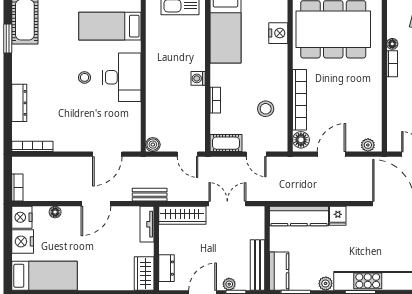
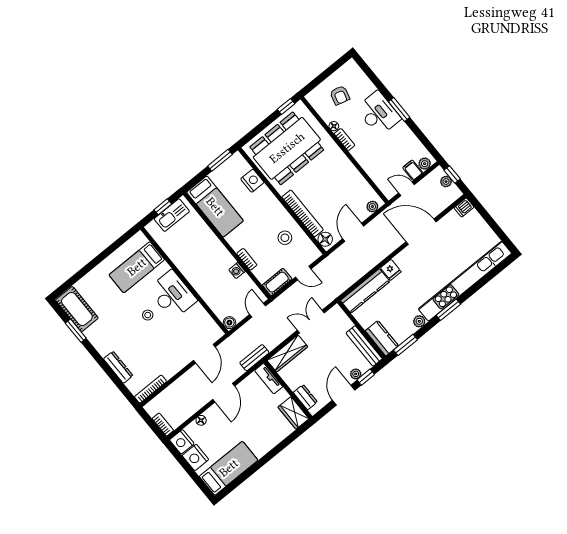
washing machine: (198, 78) -> (237, 271), moved
door: (188, 154) -> (258, 310), swing flipped

